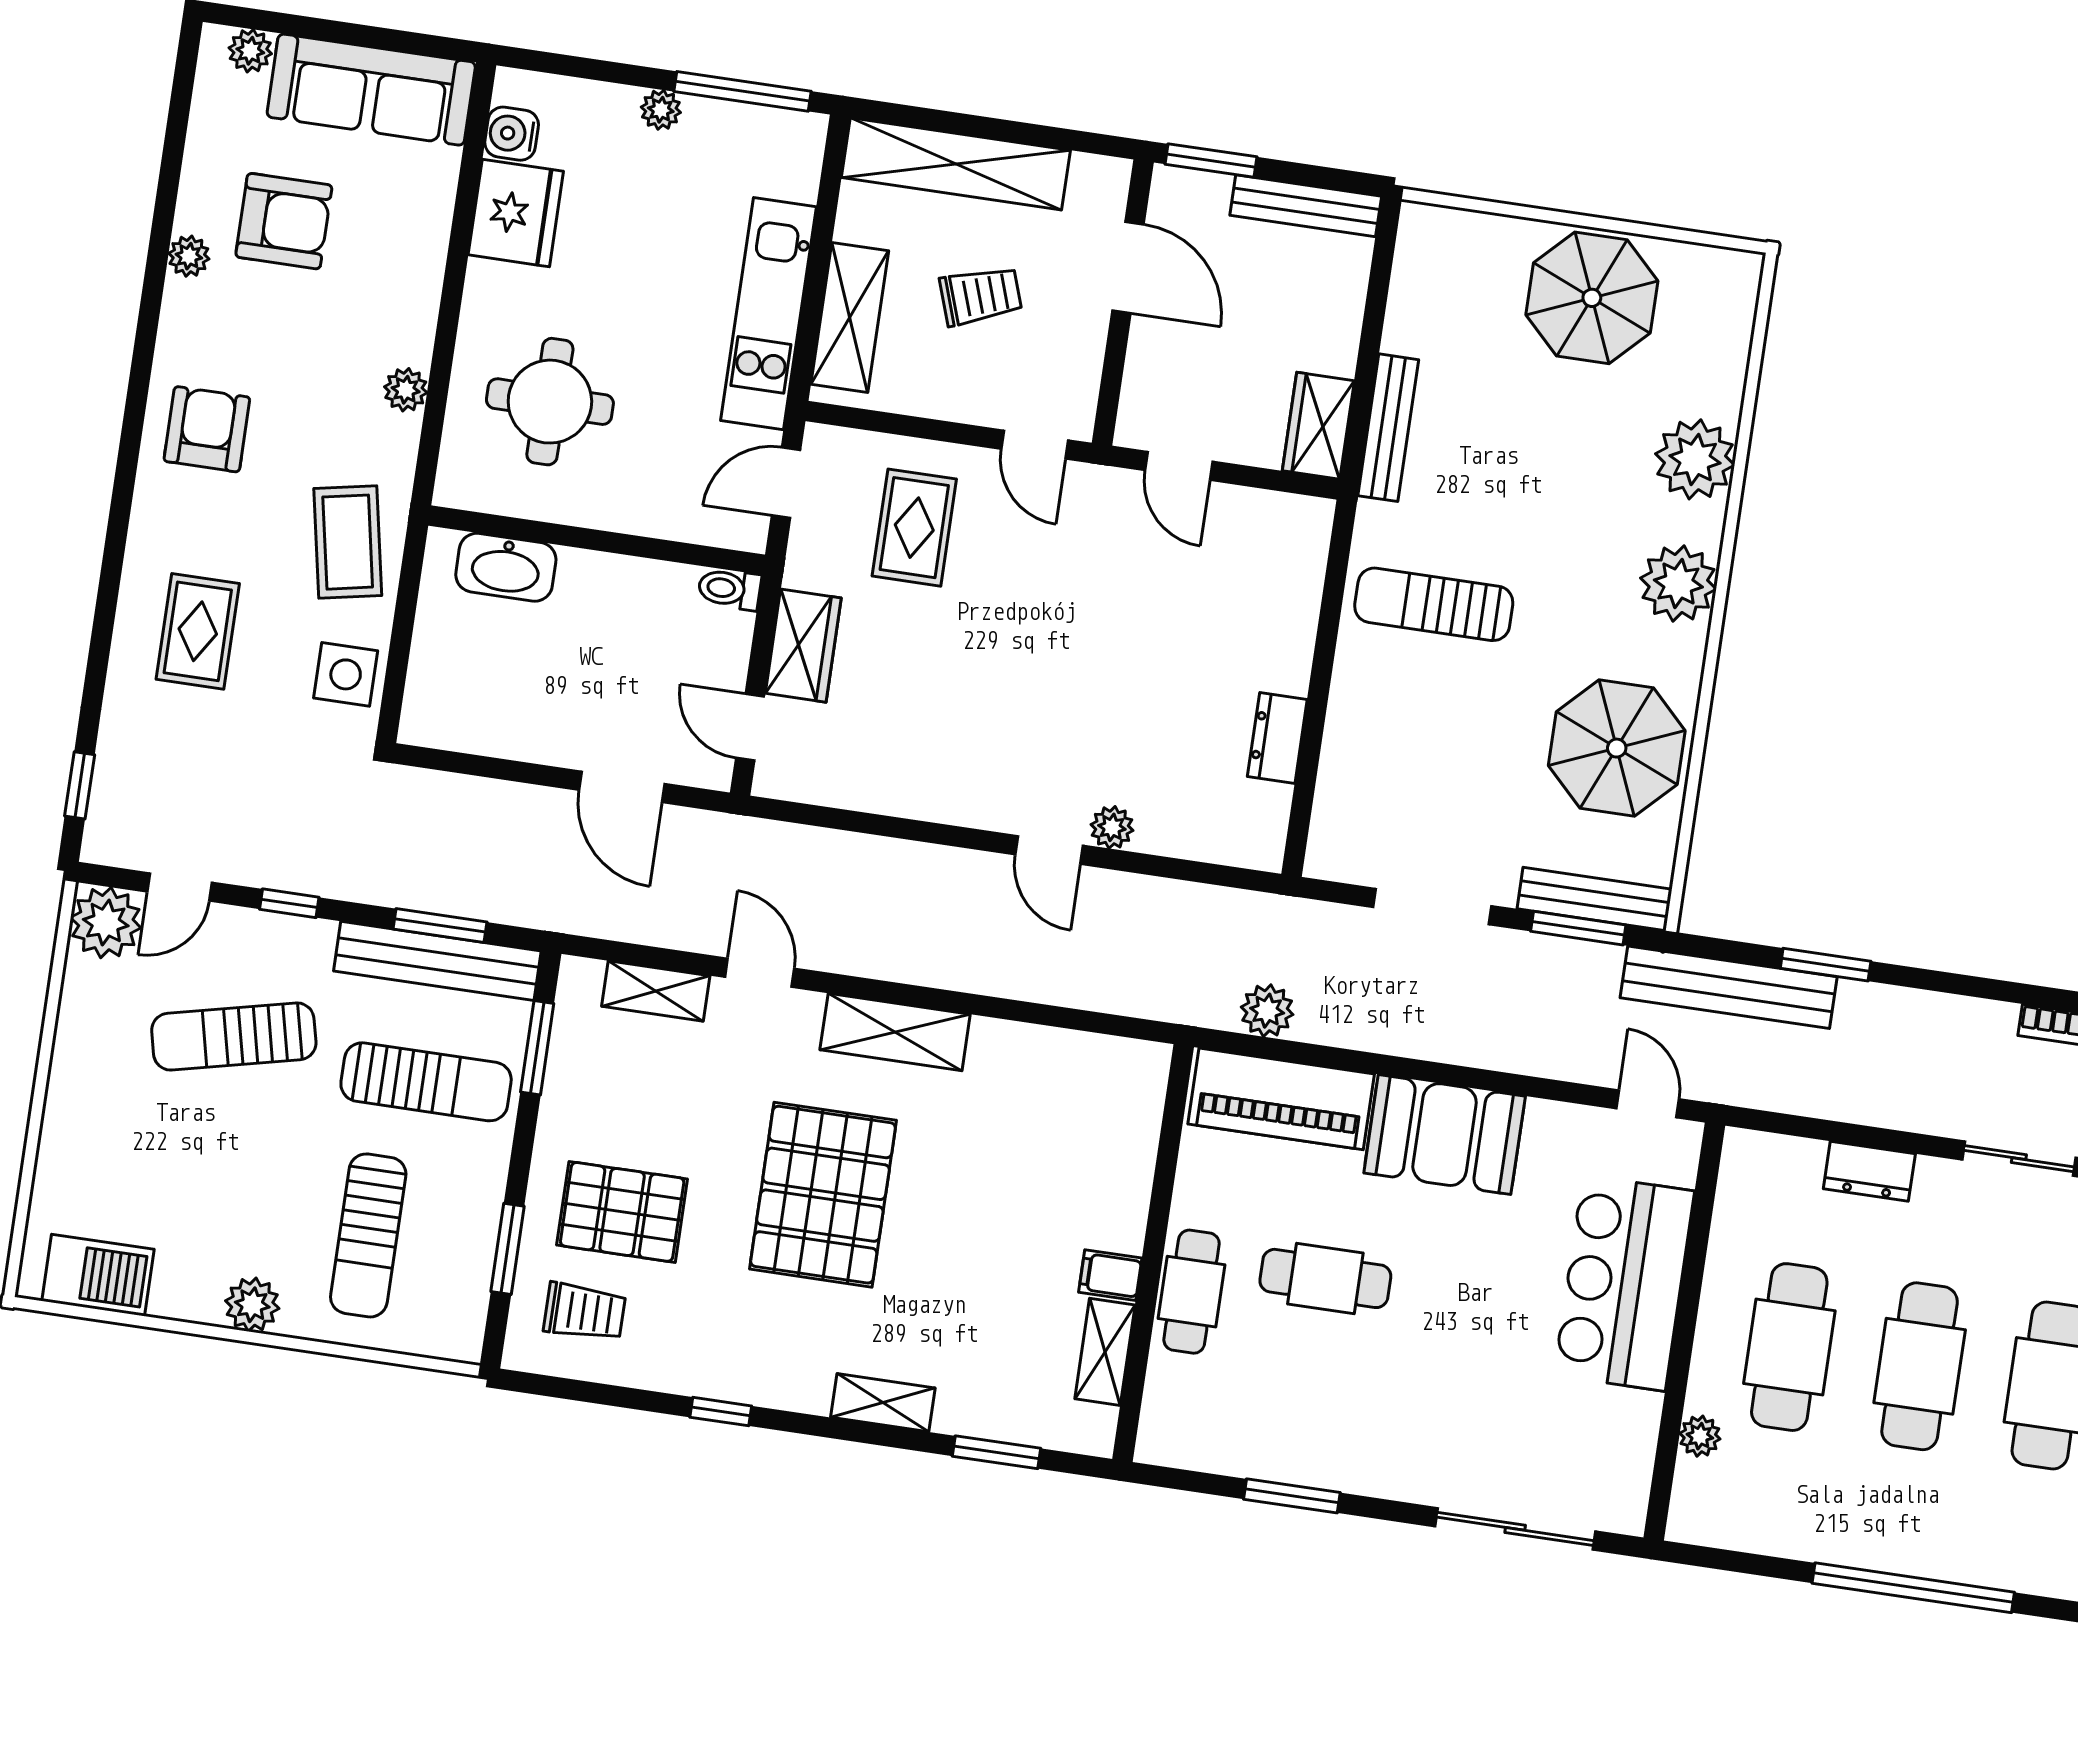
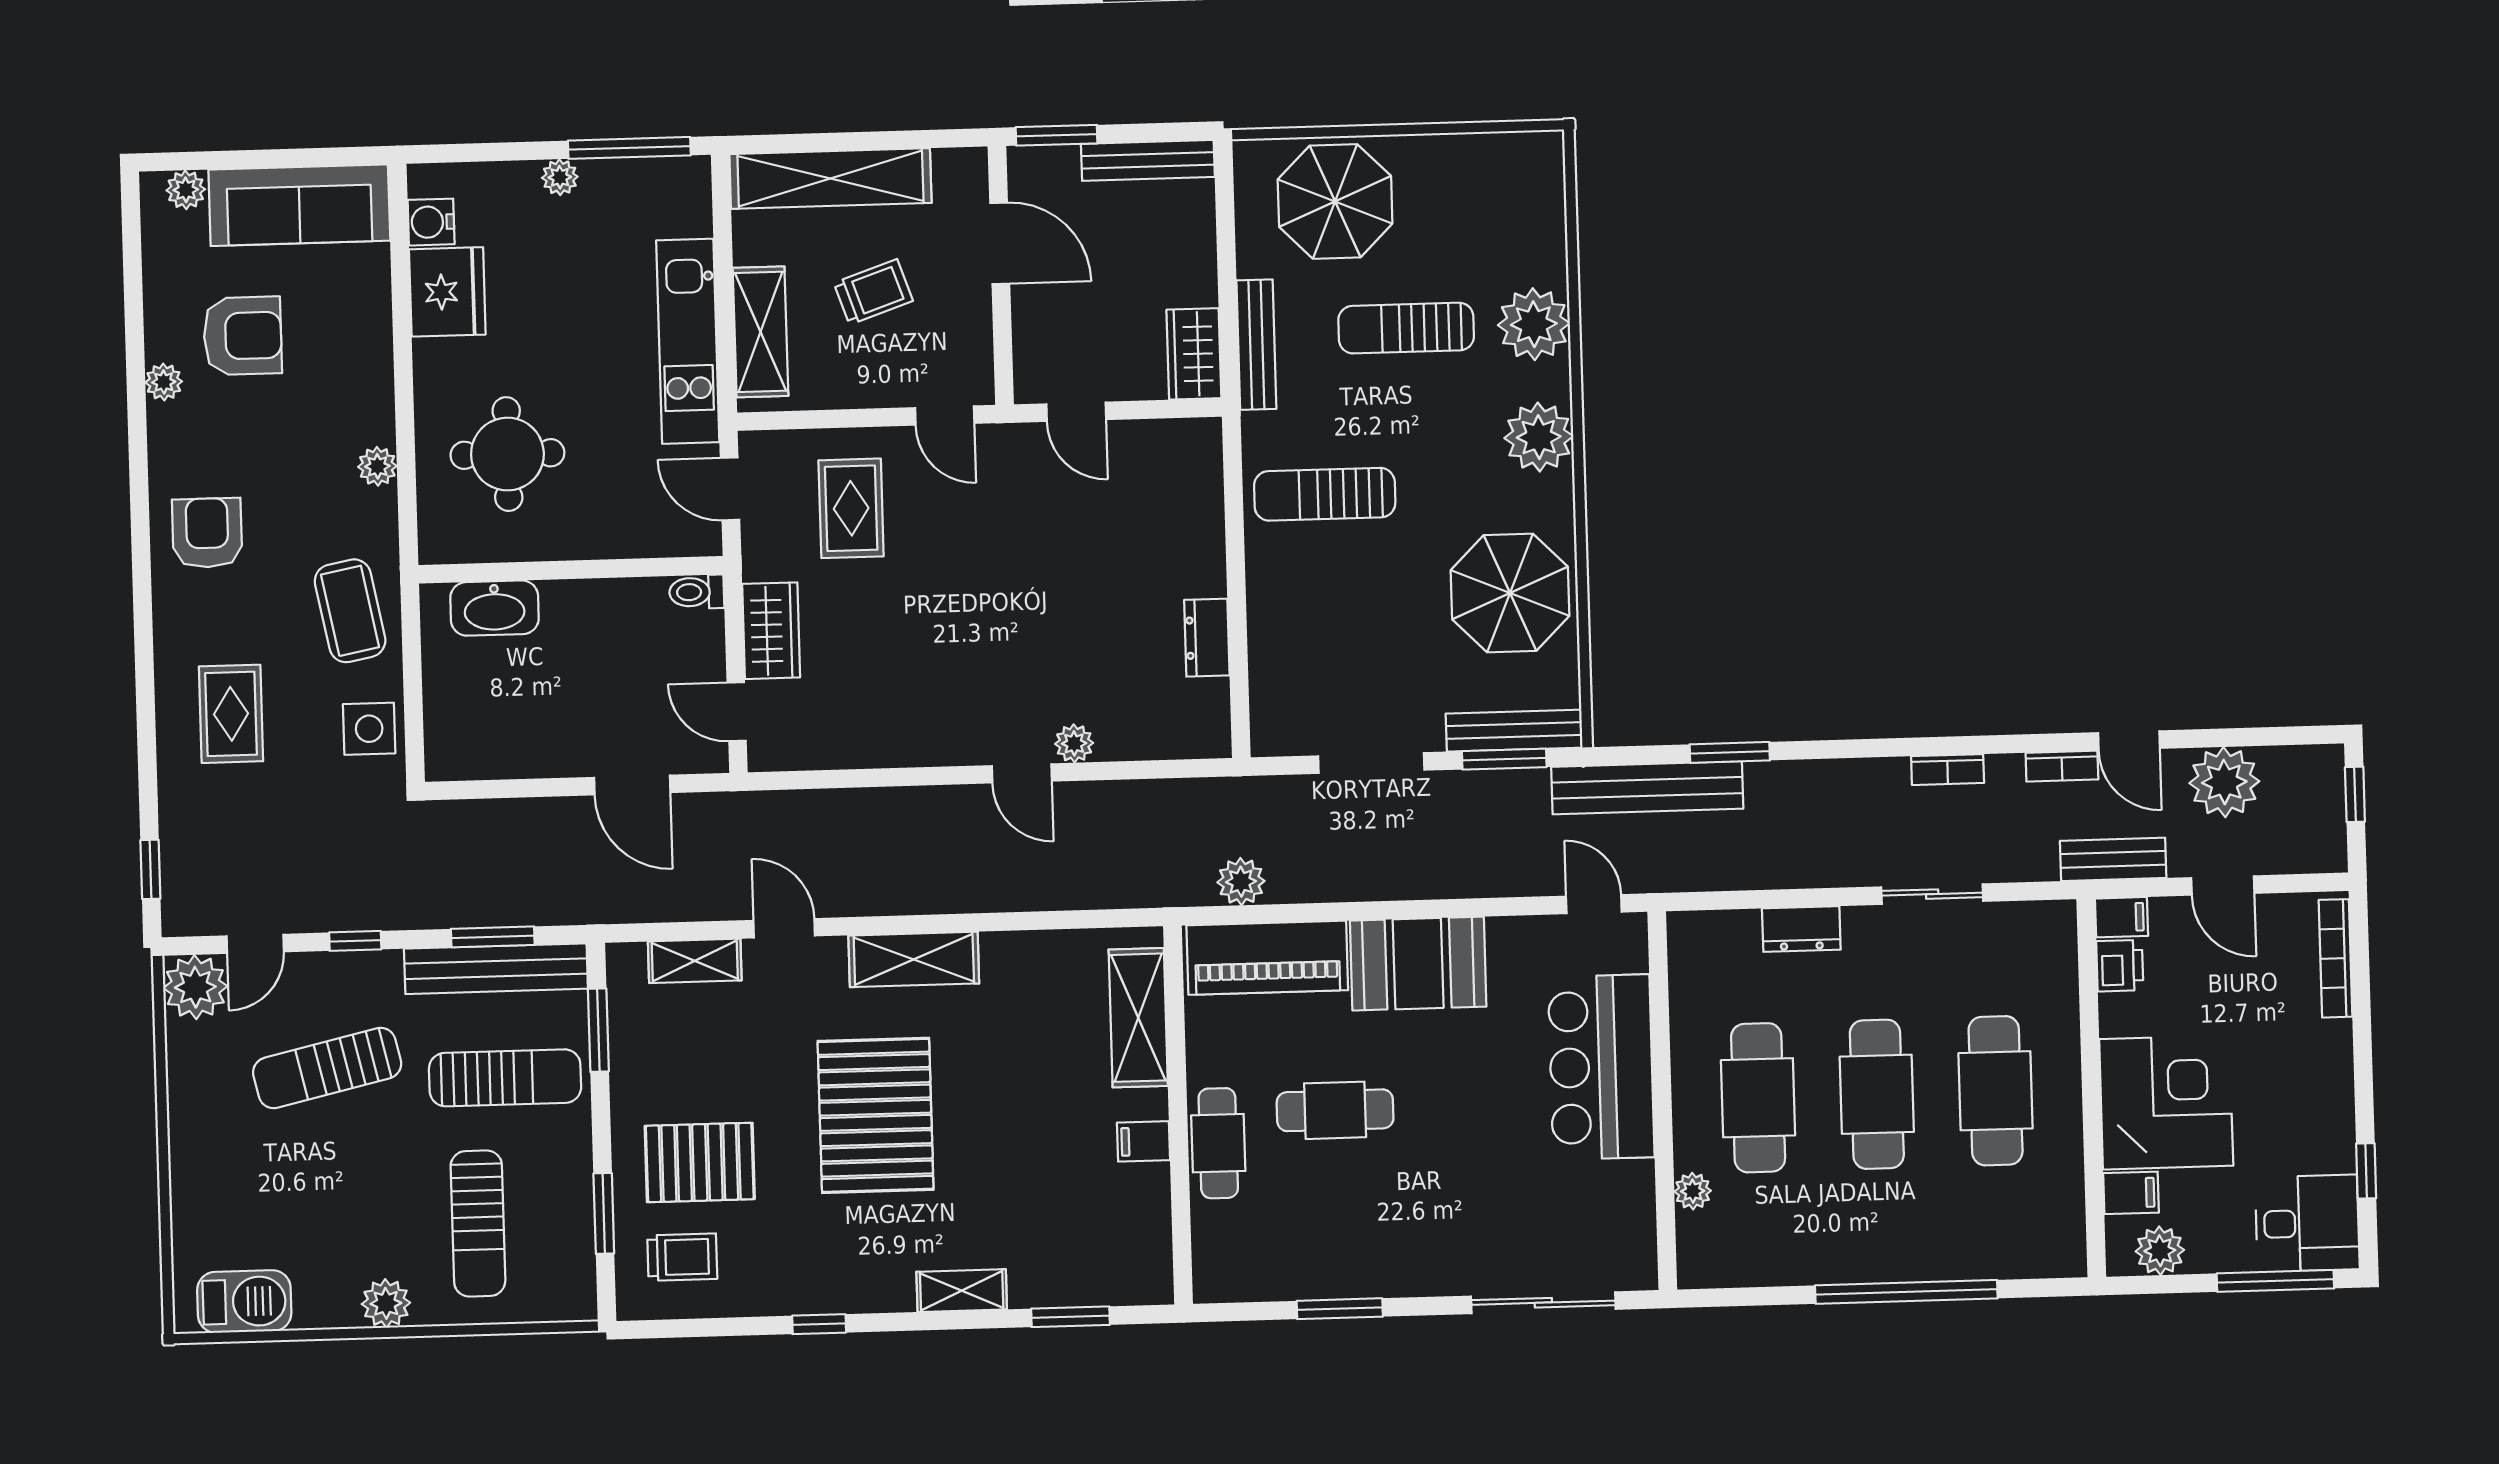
parasol: (1592, 298) -> (1335, 201), moved
sun lounger: (1555, 439) -> (1406, 328), added
door: (786, 483) -> (730, 489), hinge flipped
shelving: (1105, 1352) -> (1138, 1018), moved, width x1.50, depth x1.33

